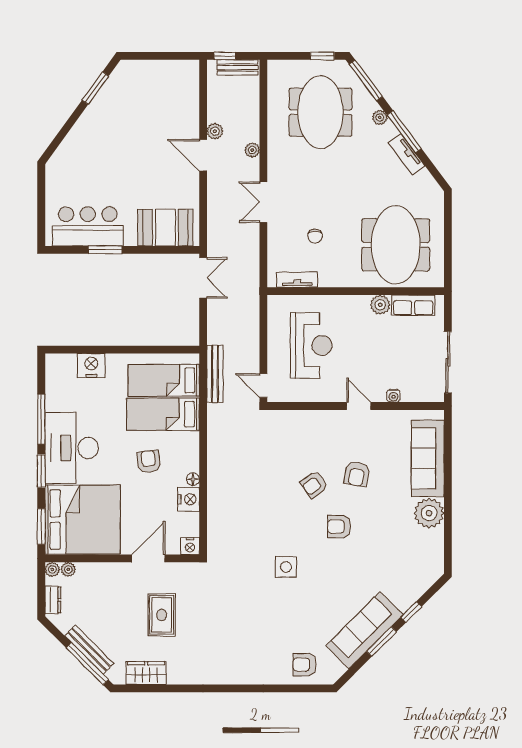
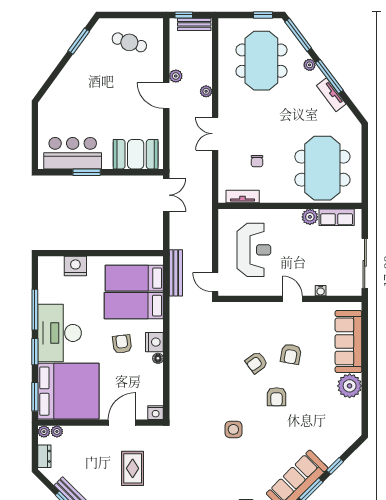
cafe table: (158, 90) -> (129, 42), added
nightstand: (189, 499) -> (154, 342), moved
armchair: (339, 527) -> (277, 397), turned -90

